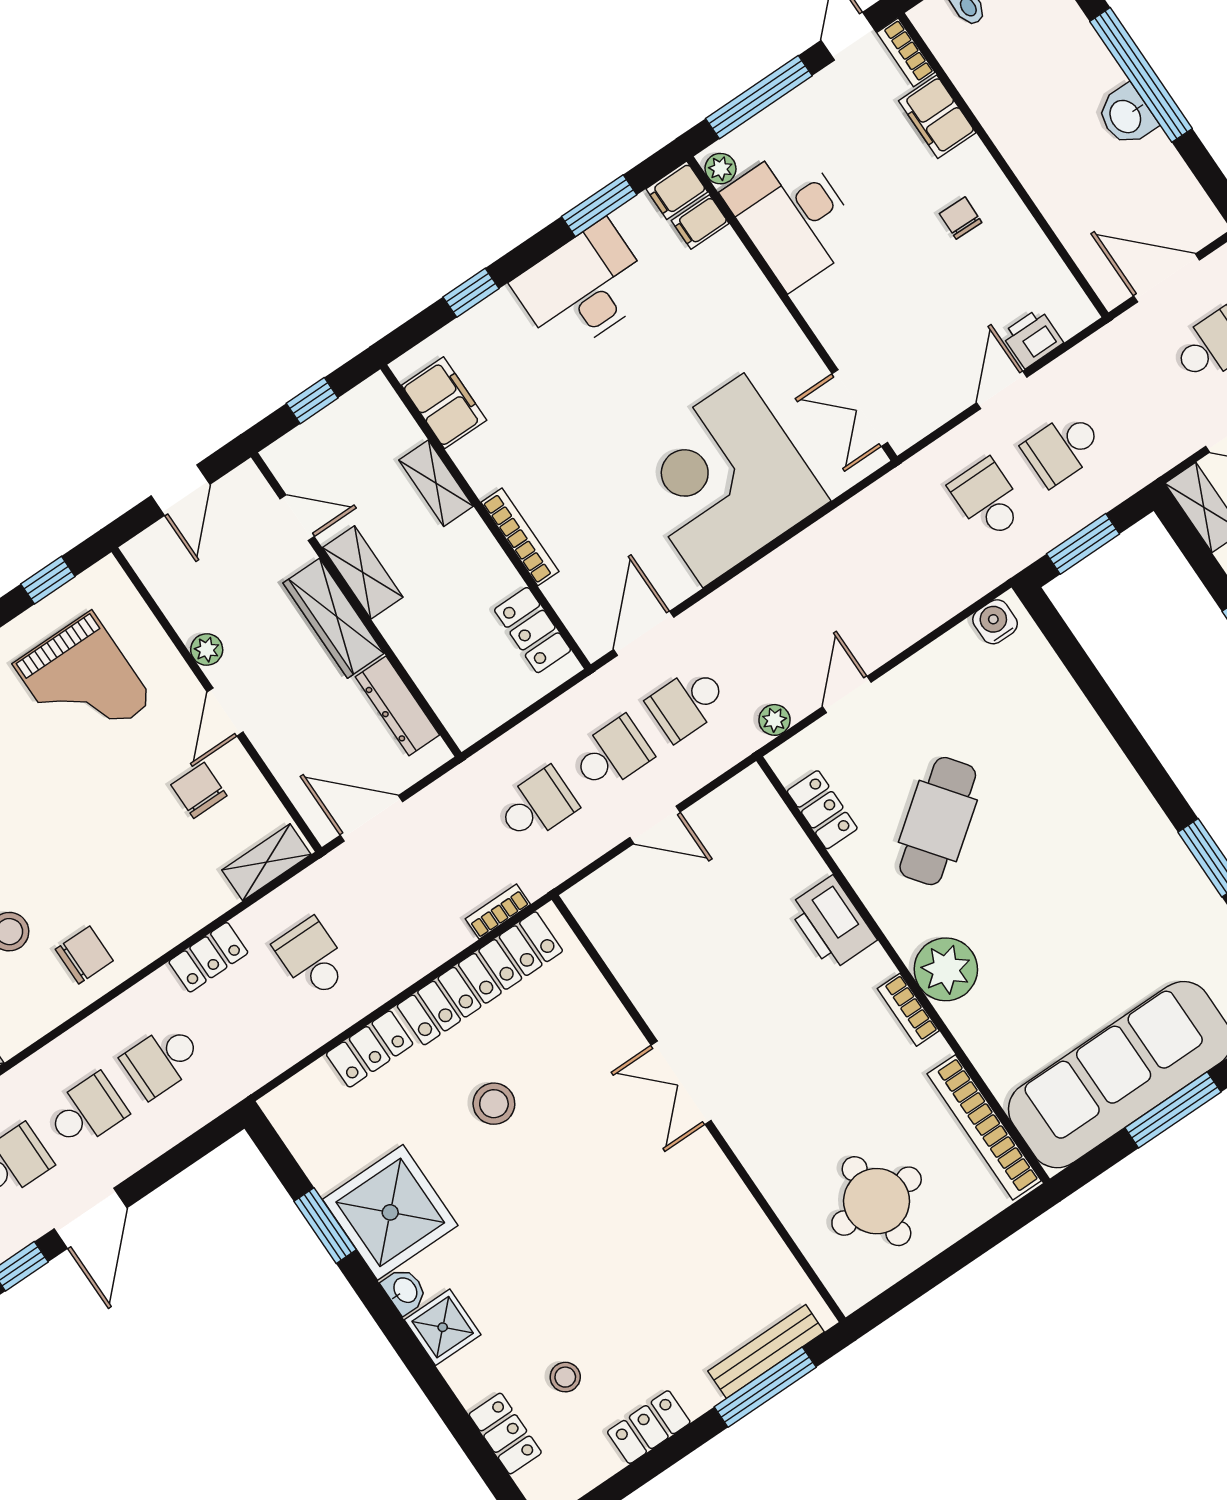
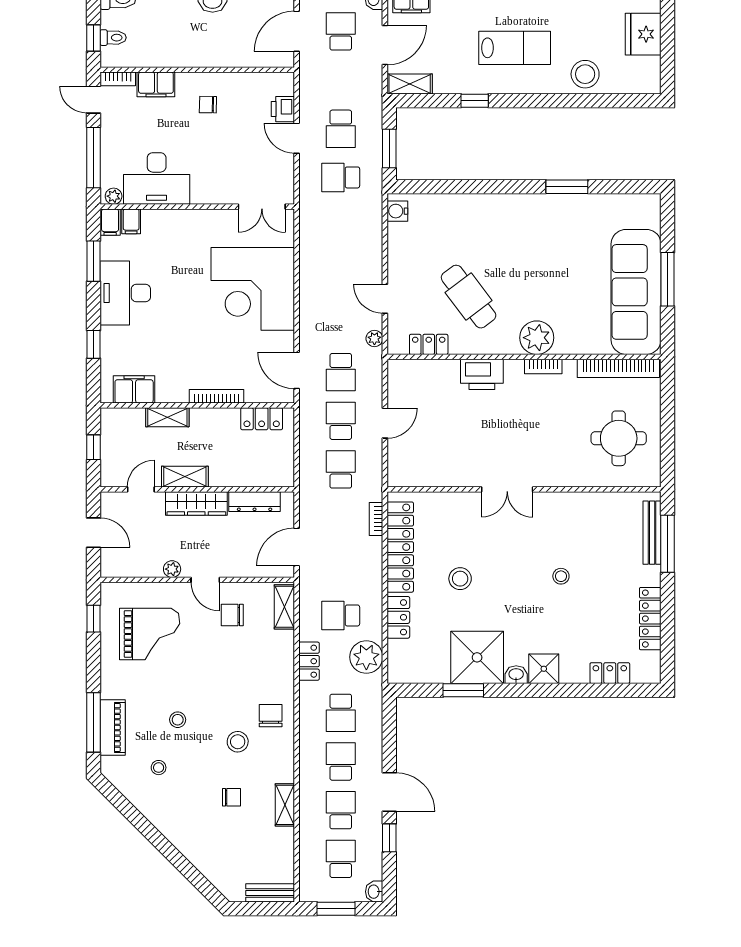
plant: (275, 1041) -> (366, 657), added
stool: (565, 1377) -> (561, 576), moved
locker: (649, 1427) -> (650, 619), width x1.53

